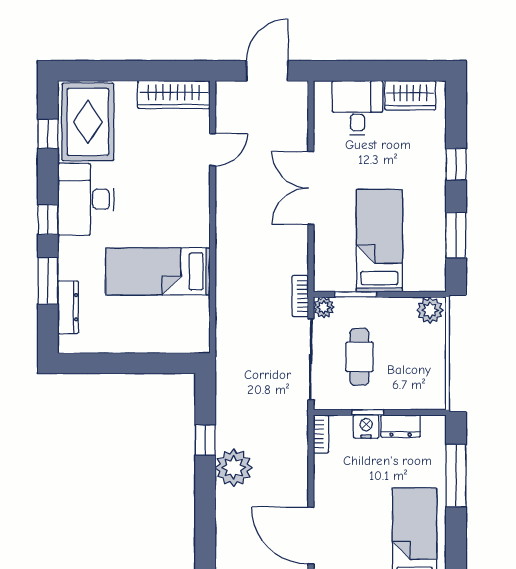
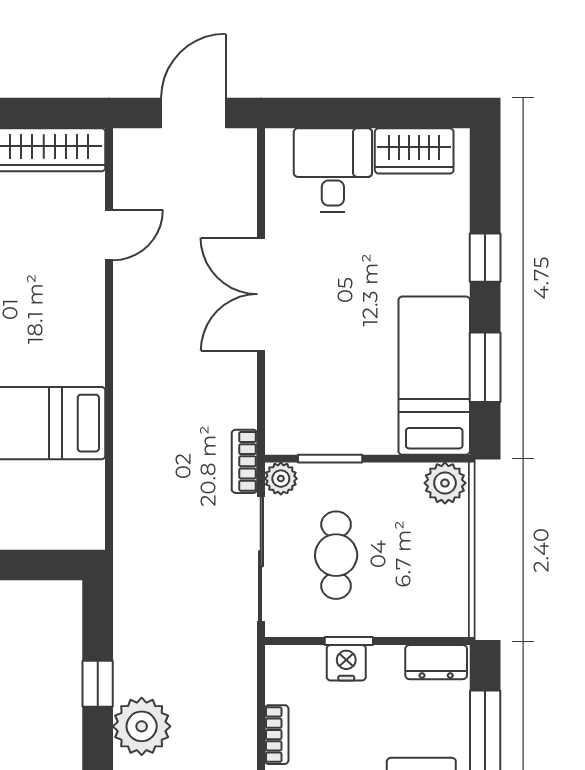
bed: (379, 241) -> (434, 376), moved
dresser: (400, 426) -> (436, 662), moved
bookcase: (321, 434) -> (277, 735), moved

